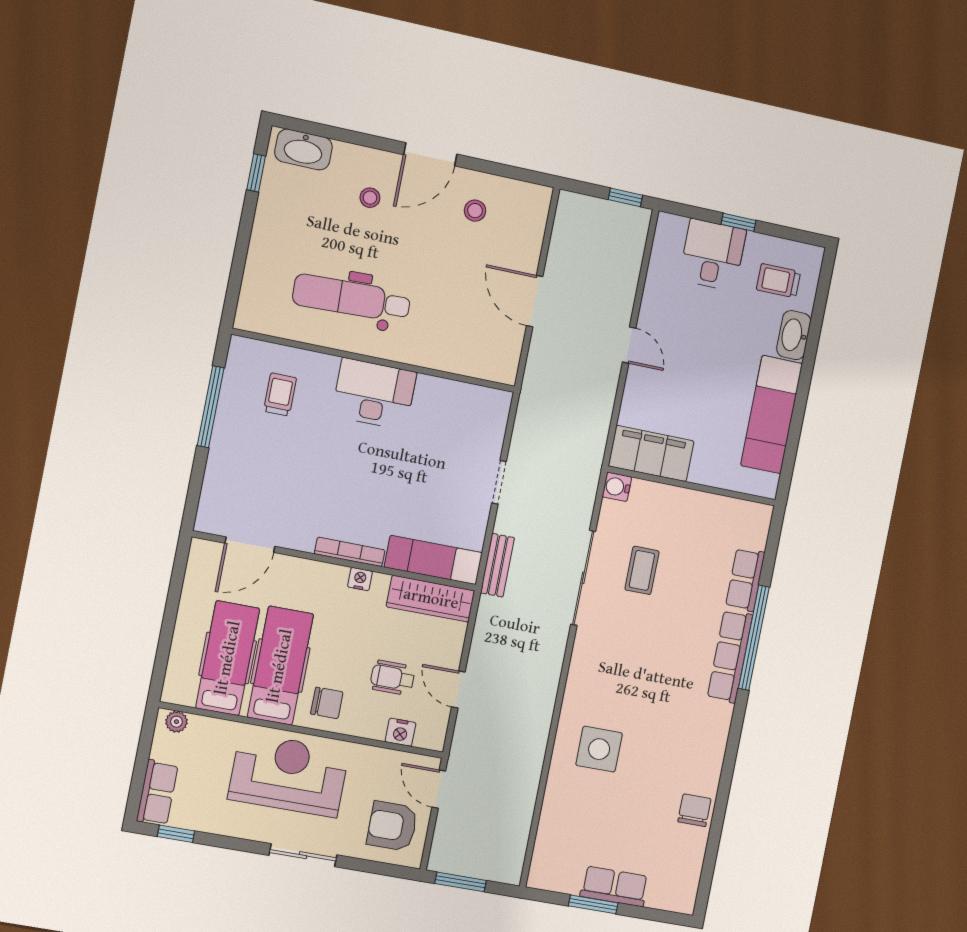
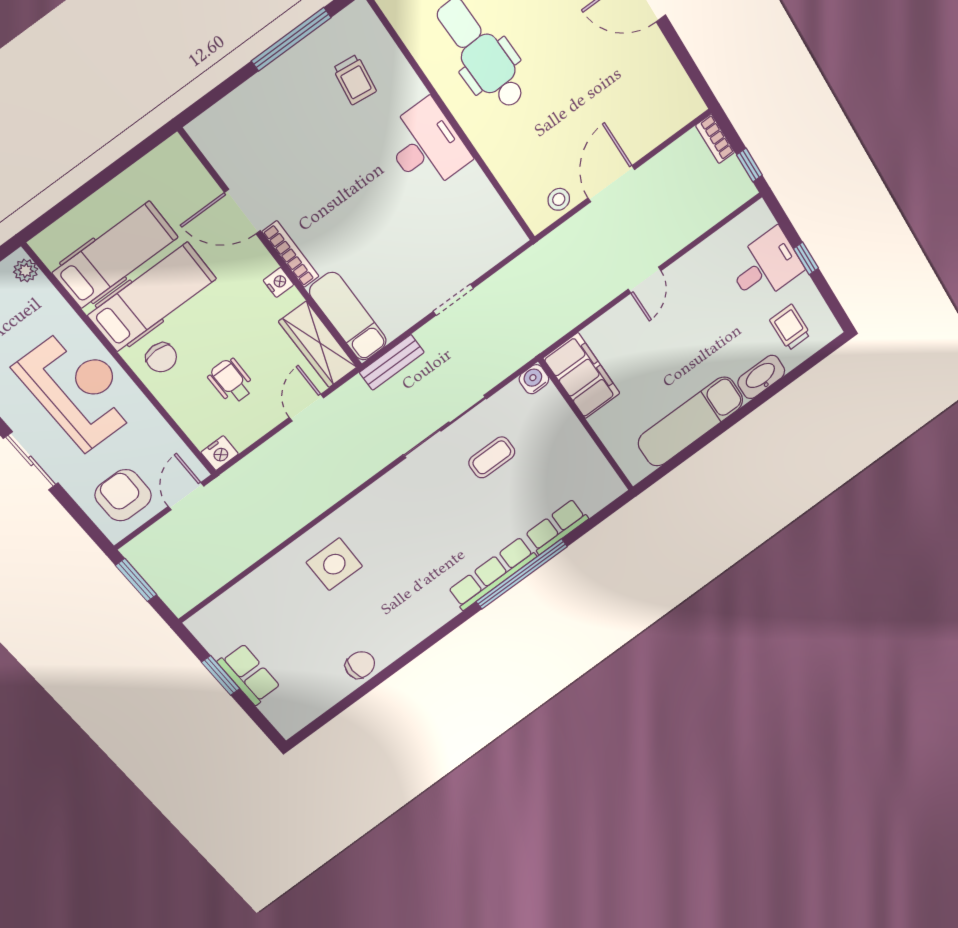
bookcase: (580, 203) -> (715, 139), added
stool: (475, 211) -> (559, 199), moved
trolley: (280, 394) -> (355, 80), turned 97
door: (250, 545) -> (242, 212), moved
door: (458, 690) -> (306, 408), moved
nightstand: (400, 732) -> (220, 453), moved, turned -90

